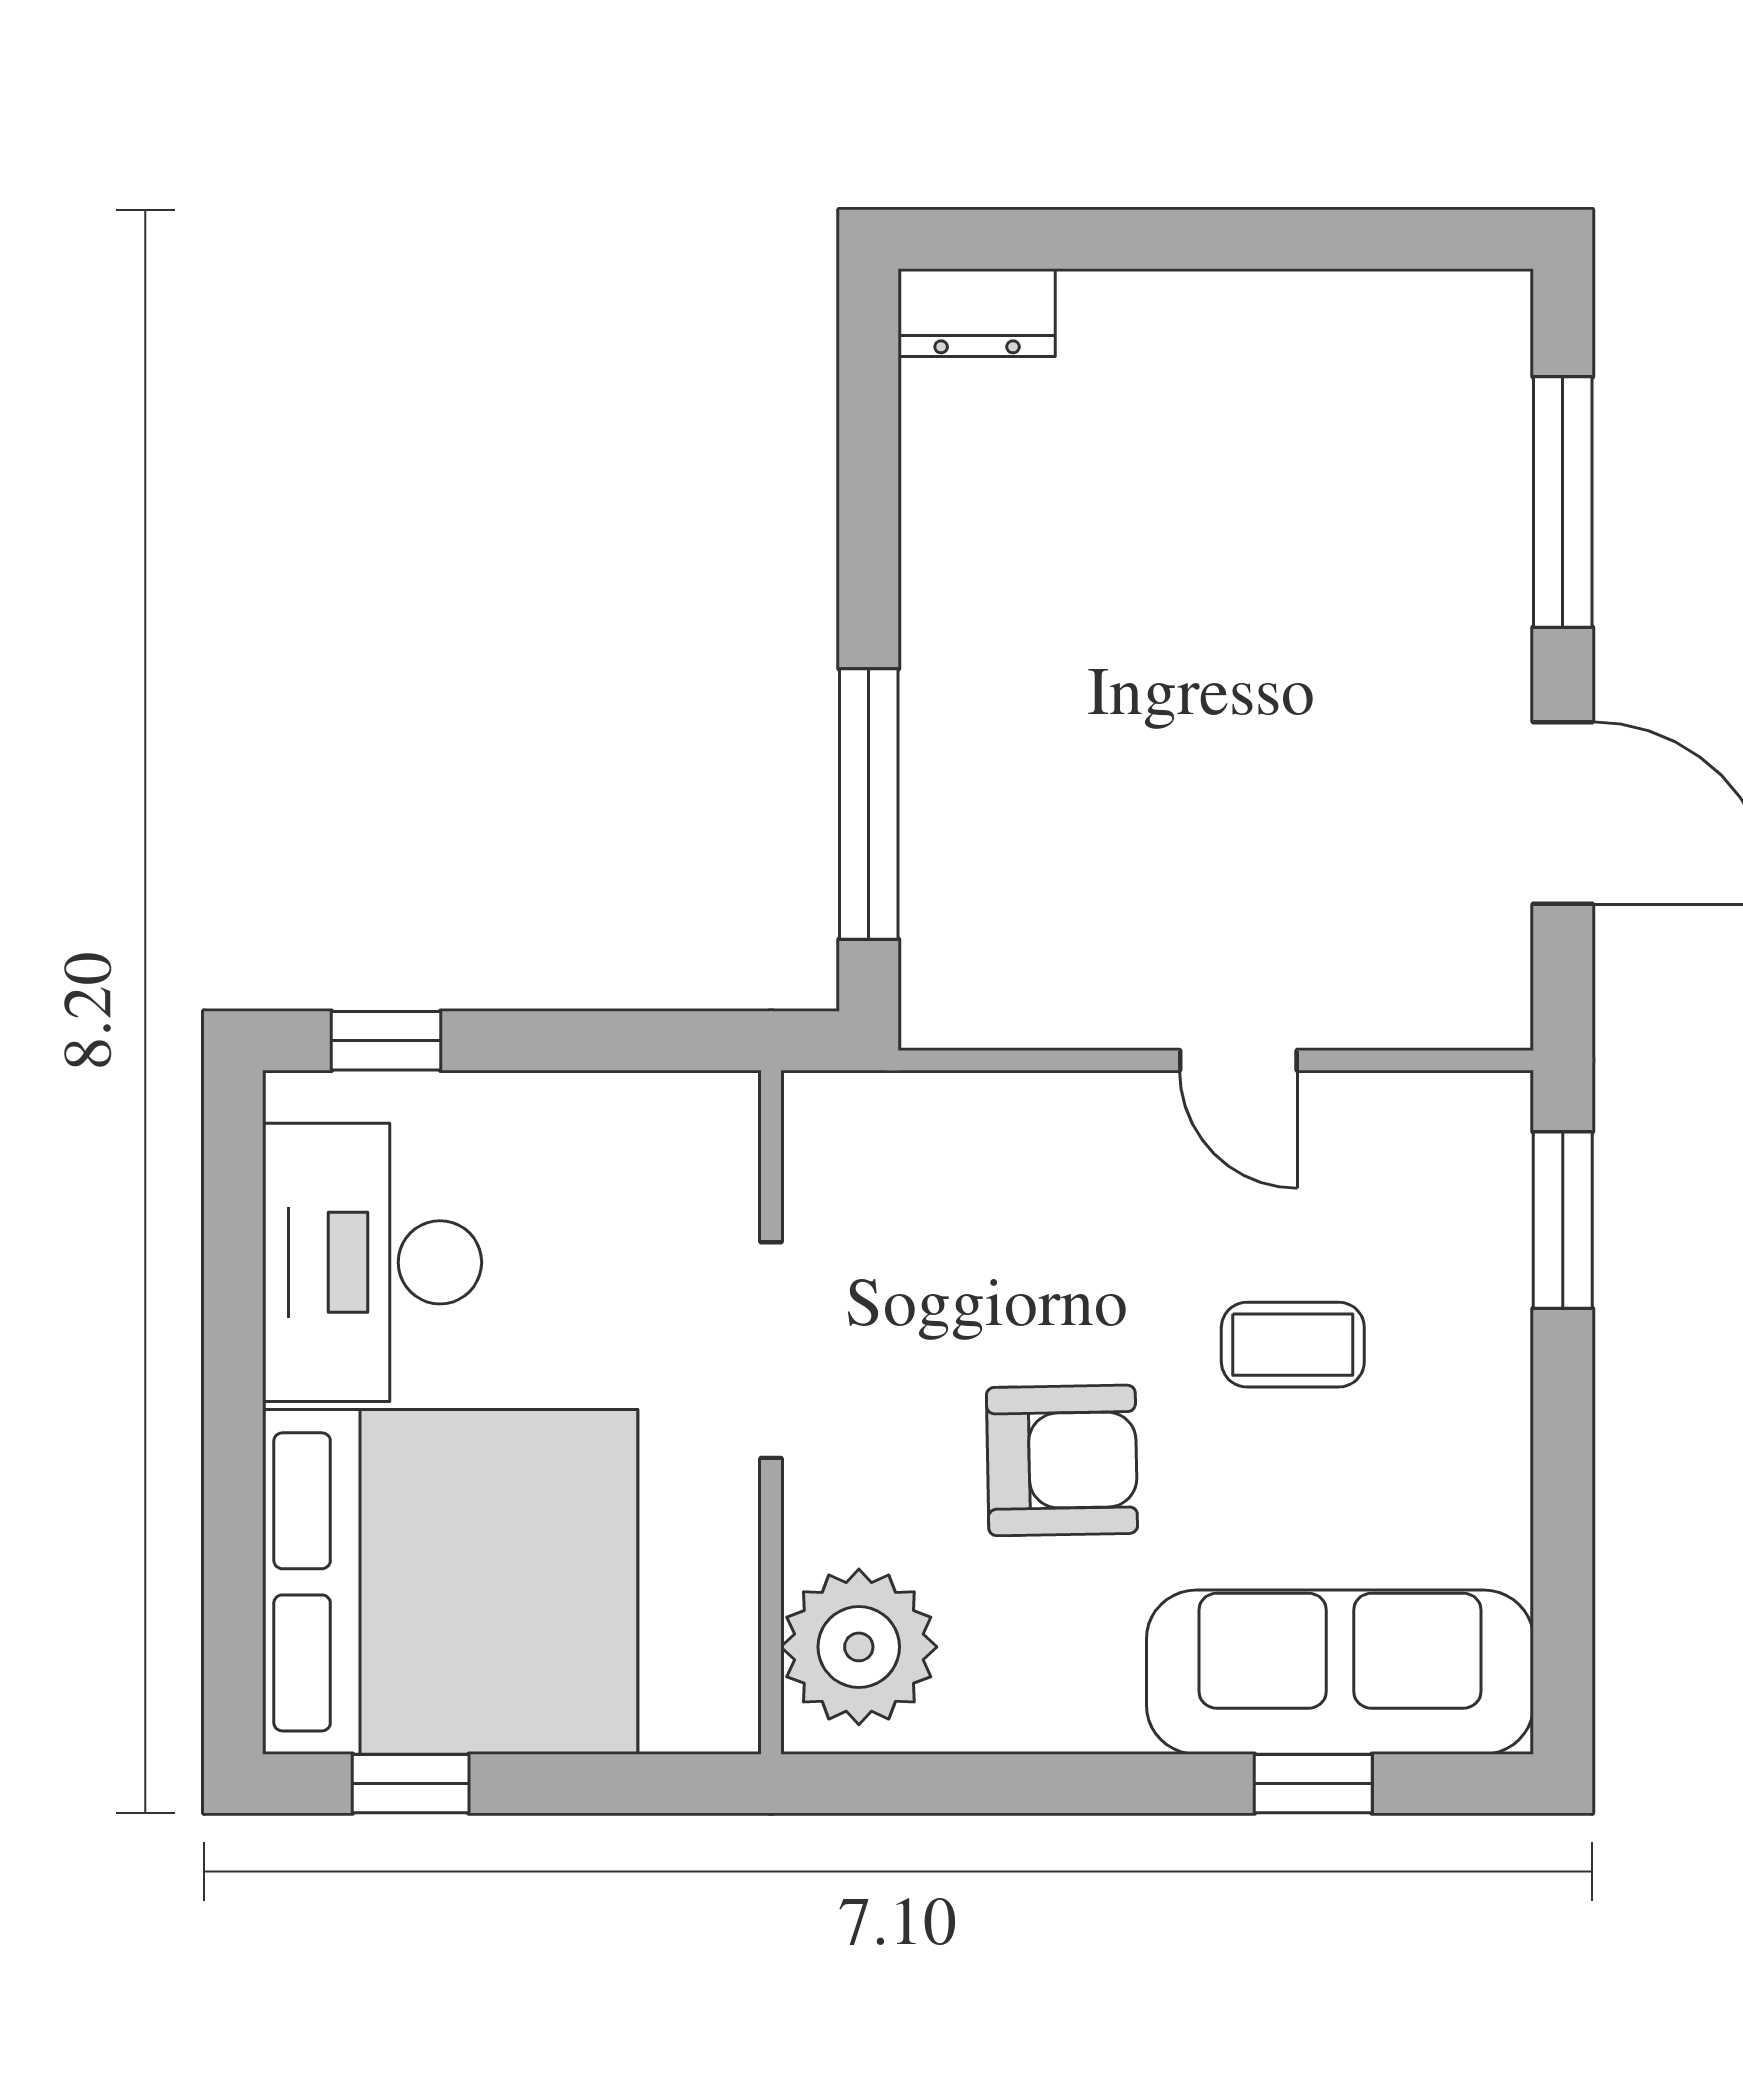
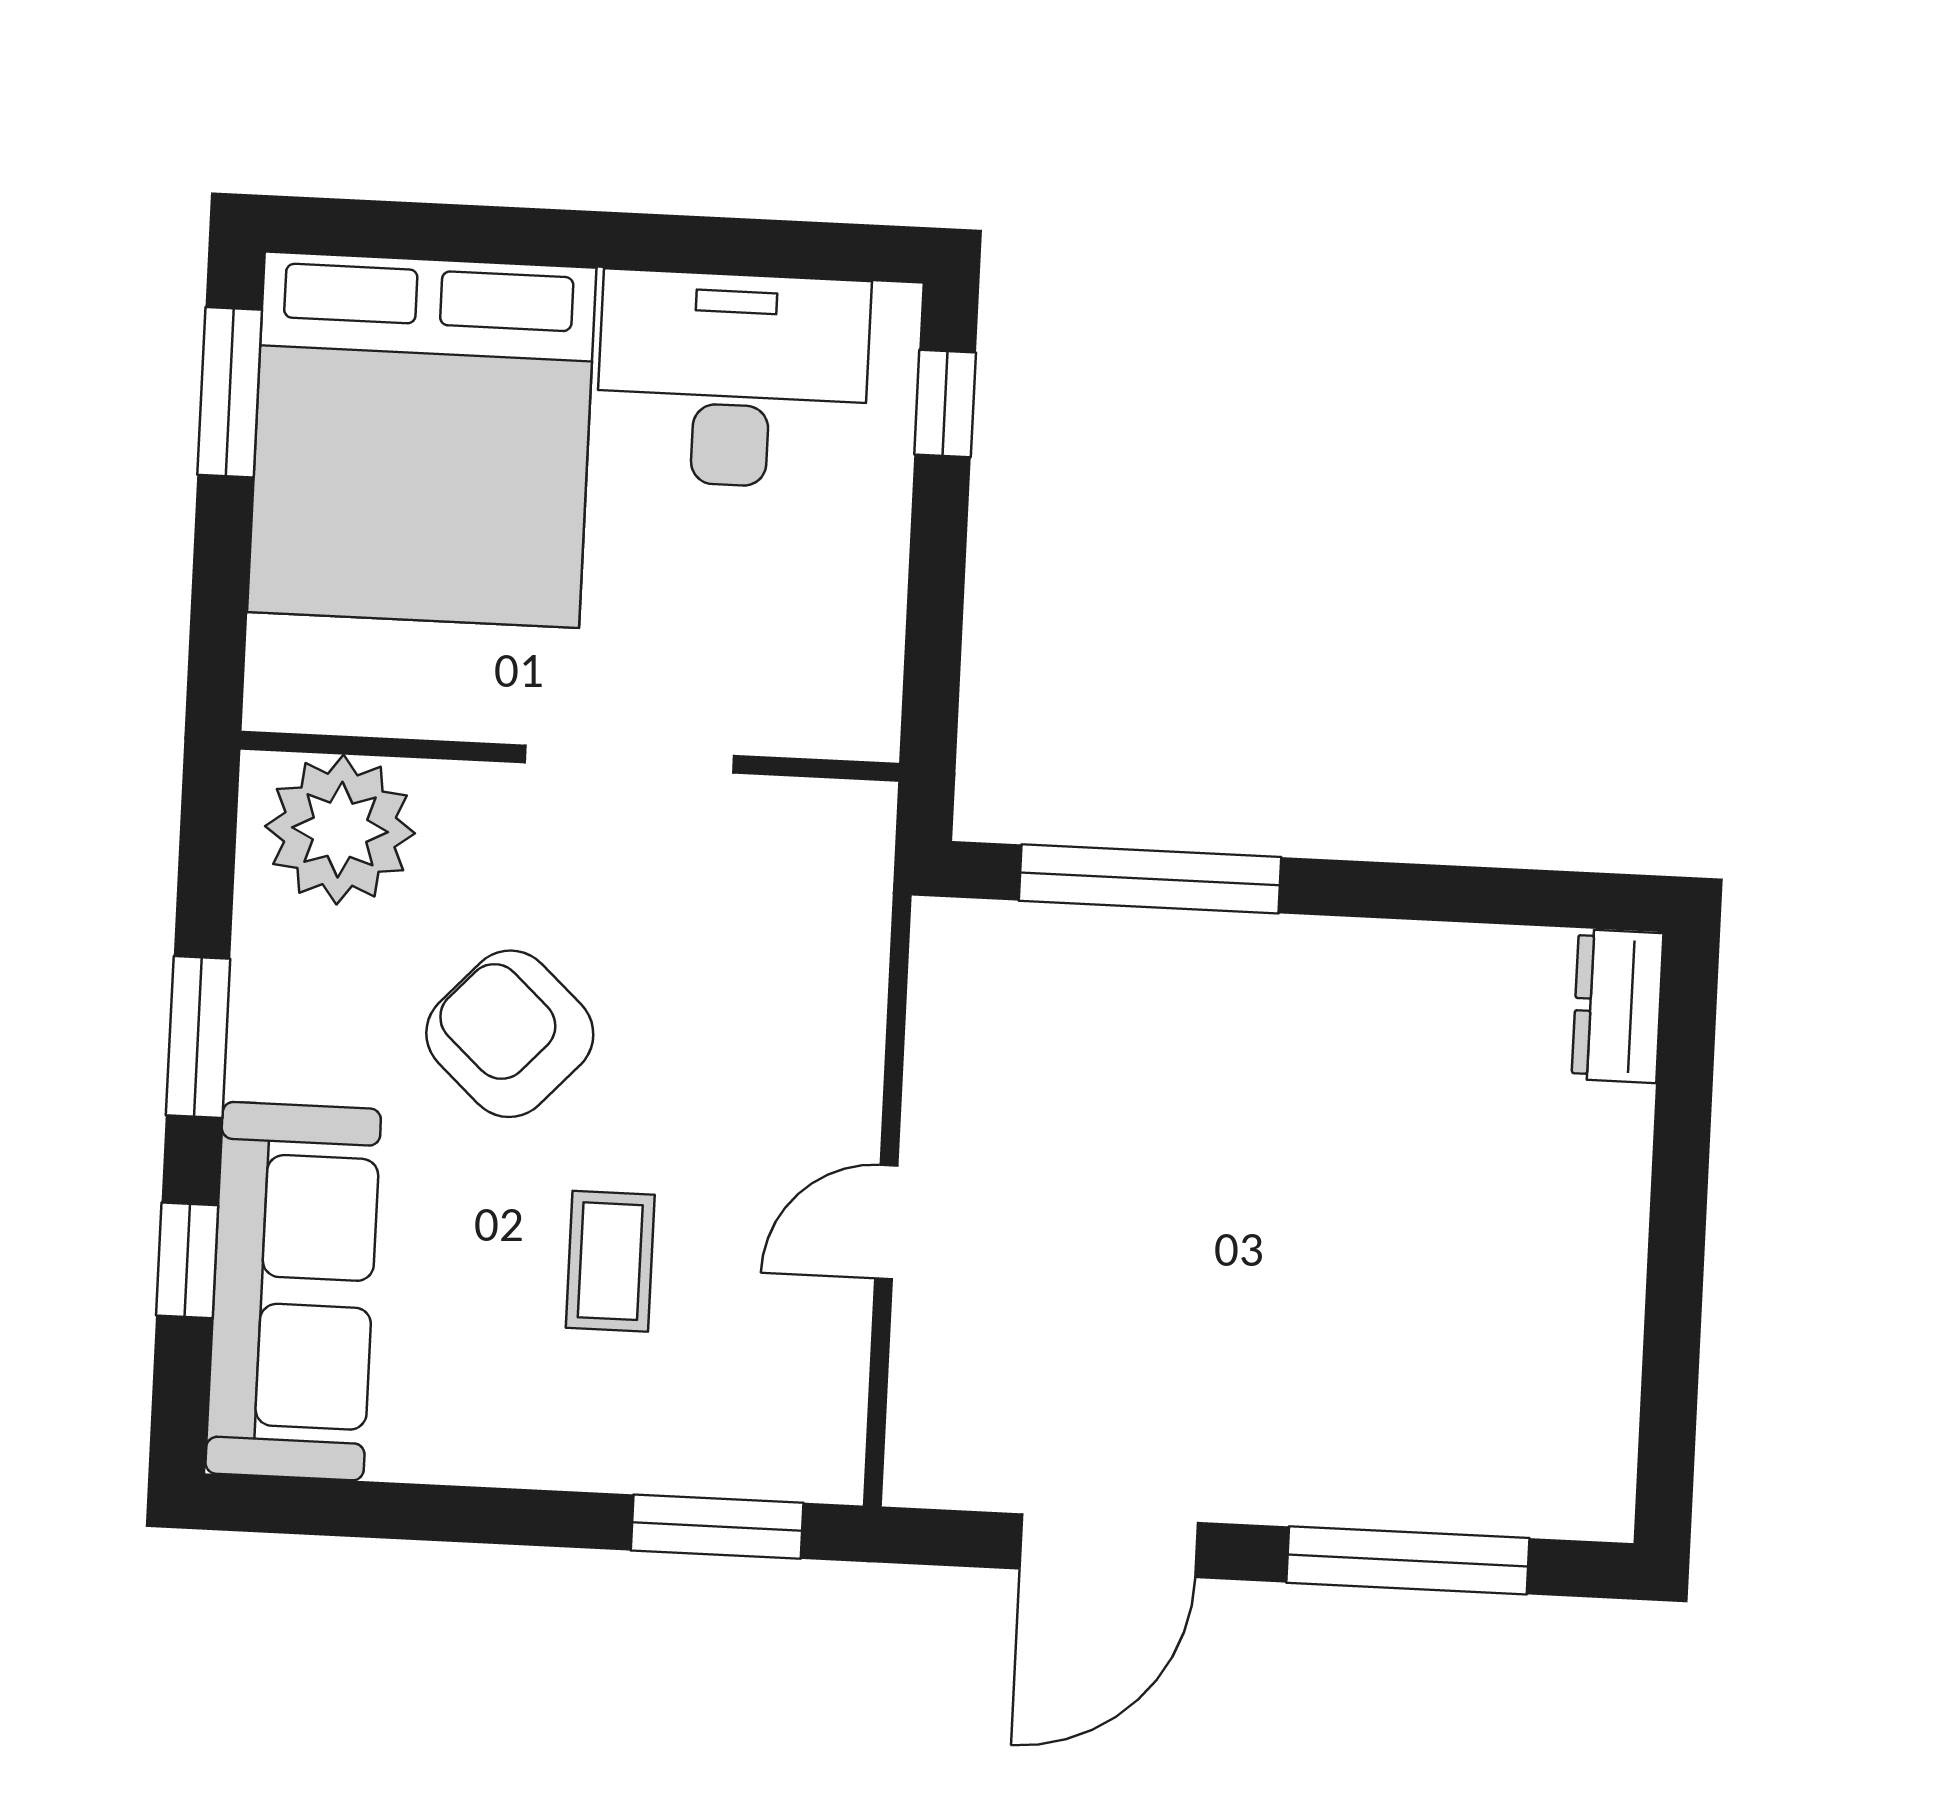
armchair: (1062, 1460) -> (510, 1034), turned 134
window: (411, 1784) -> (230, 392), width x1.50
window: (1081, 1784) -> (198, 1037), added

